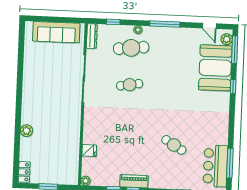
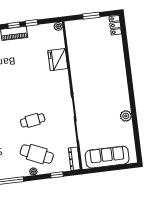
cafe table: (131, 48) -> (37, 154), turned 30
plant: (26, 131) -> (126, 116), moved
fridge: (89, 151) -> (58, 60), width x1.88, depth x1.34

